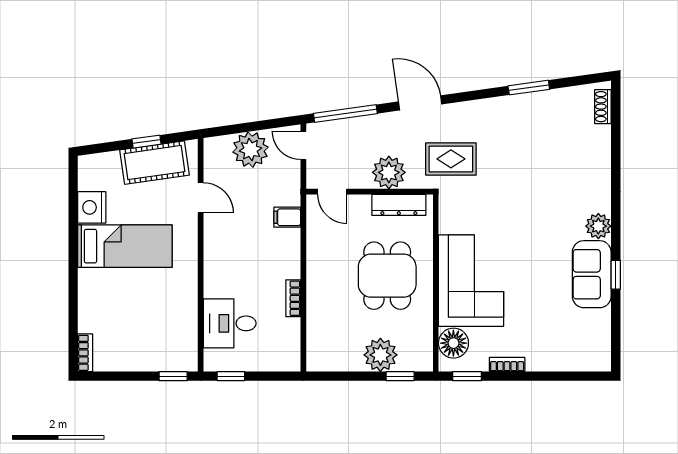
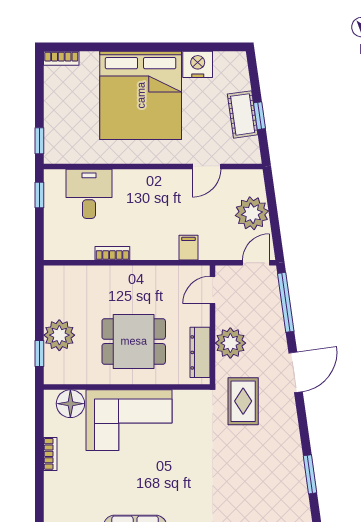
cot: (154, 163) -> (243, 114), width x0.73, depth x0.75
bed: (125, 246) -> (141, 95), width x2.04
window: (467, 376) -> (39, 416), removed

